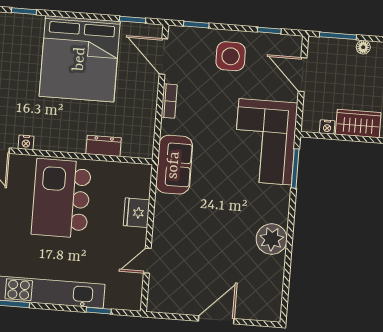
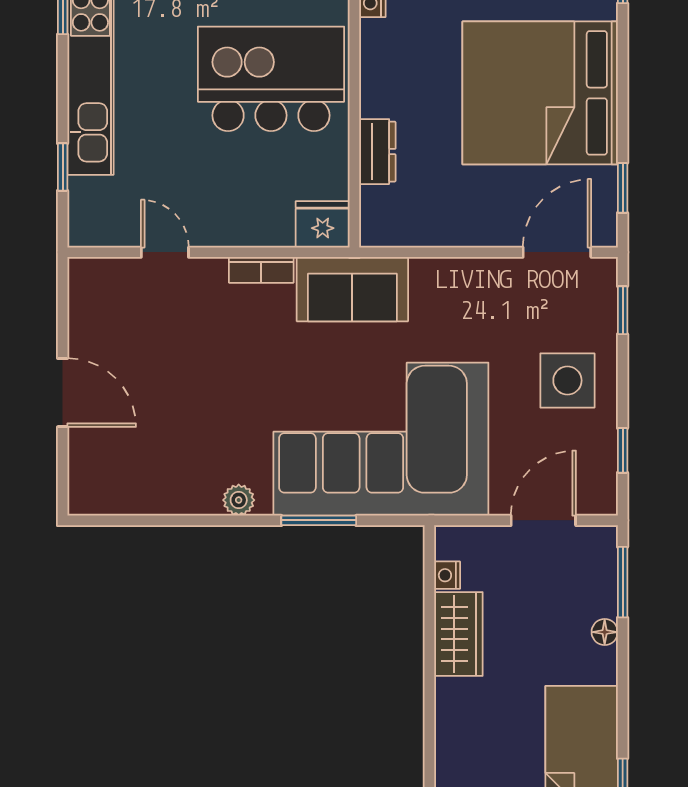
bookcase: (169, 101) -> (261, 270), moved
corner sofa: (265, 142) -> (381, 439), width x1.36, depth x1.36
window: (295, 168) -> (319, 520), moved
fridge: (136, 213) -> (323, 224), moved
plant: (272, 239) -> (239, 500), width x0.53, depth x0.53

